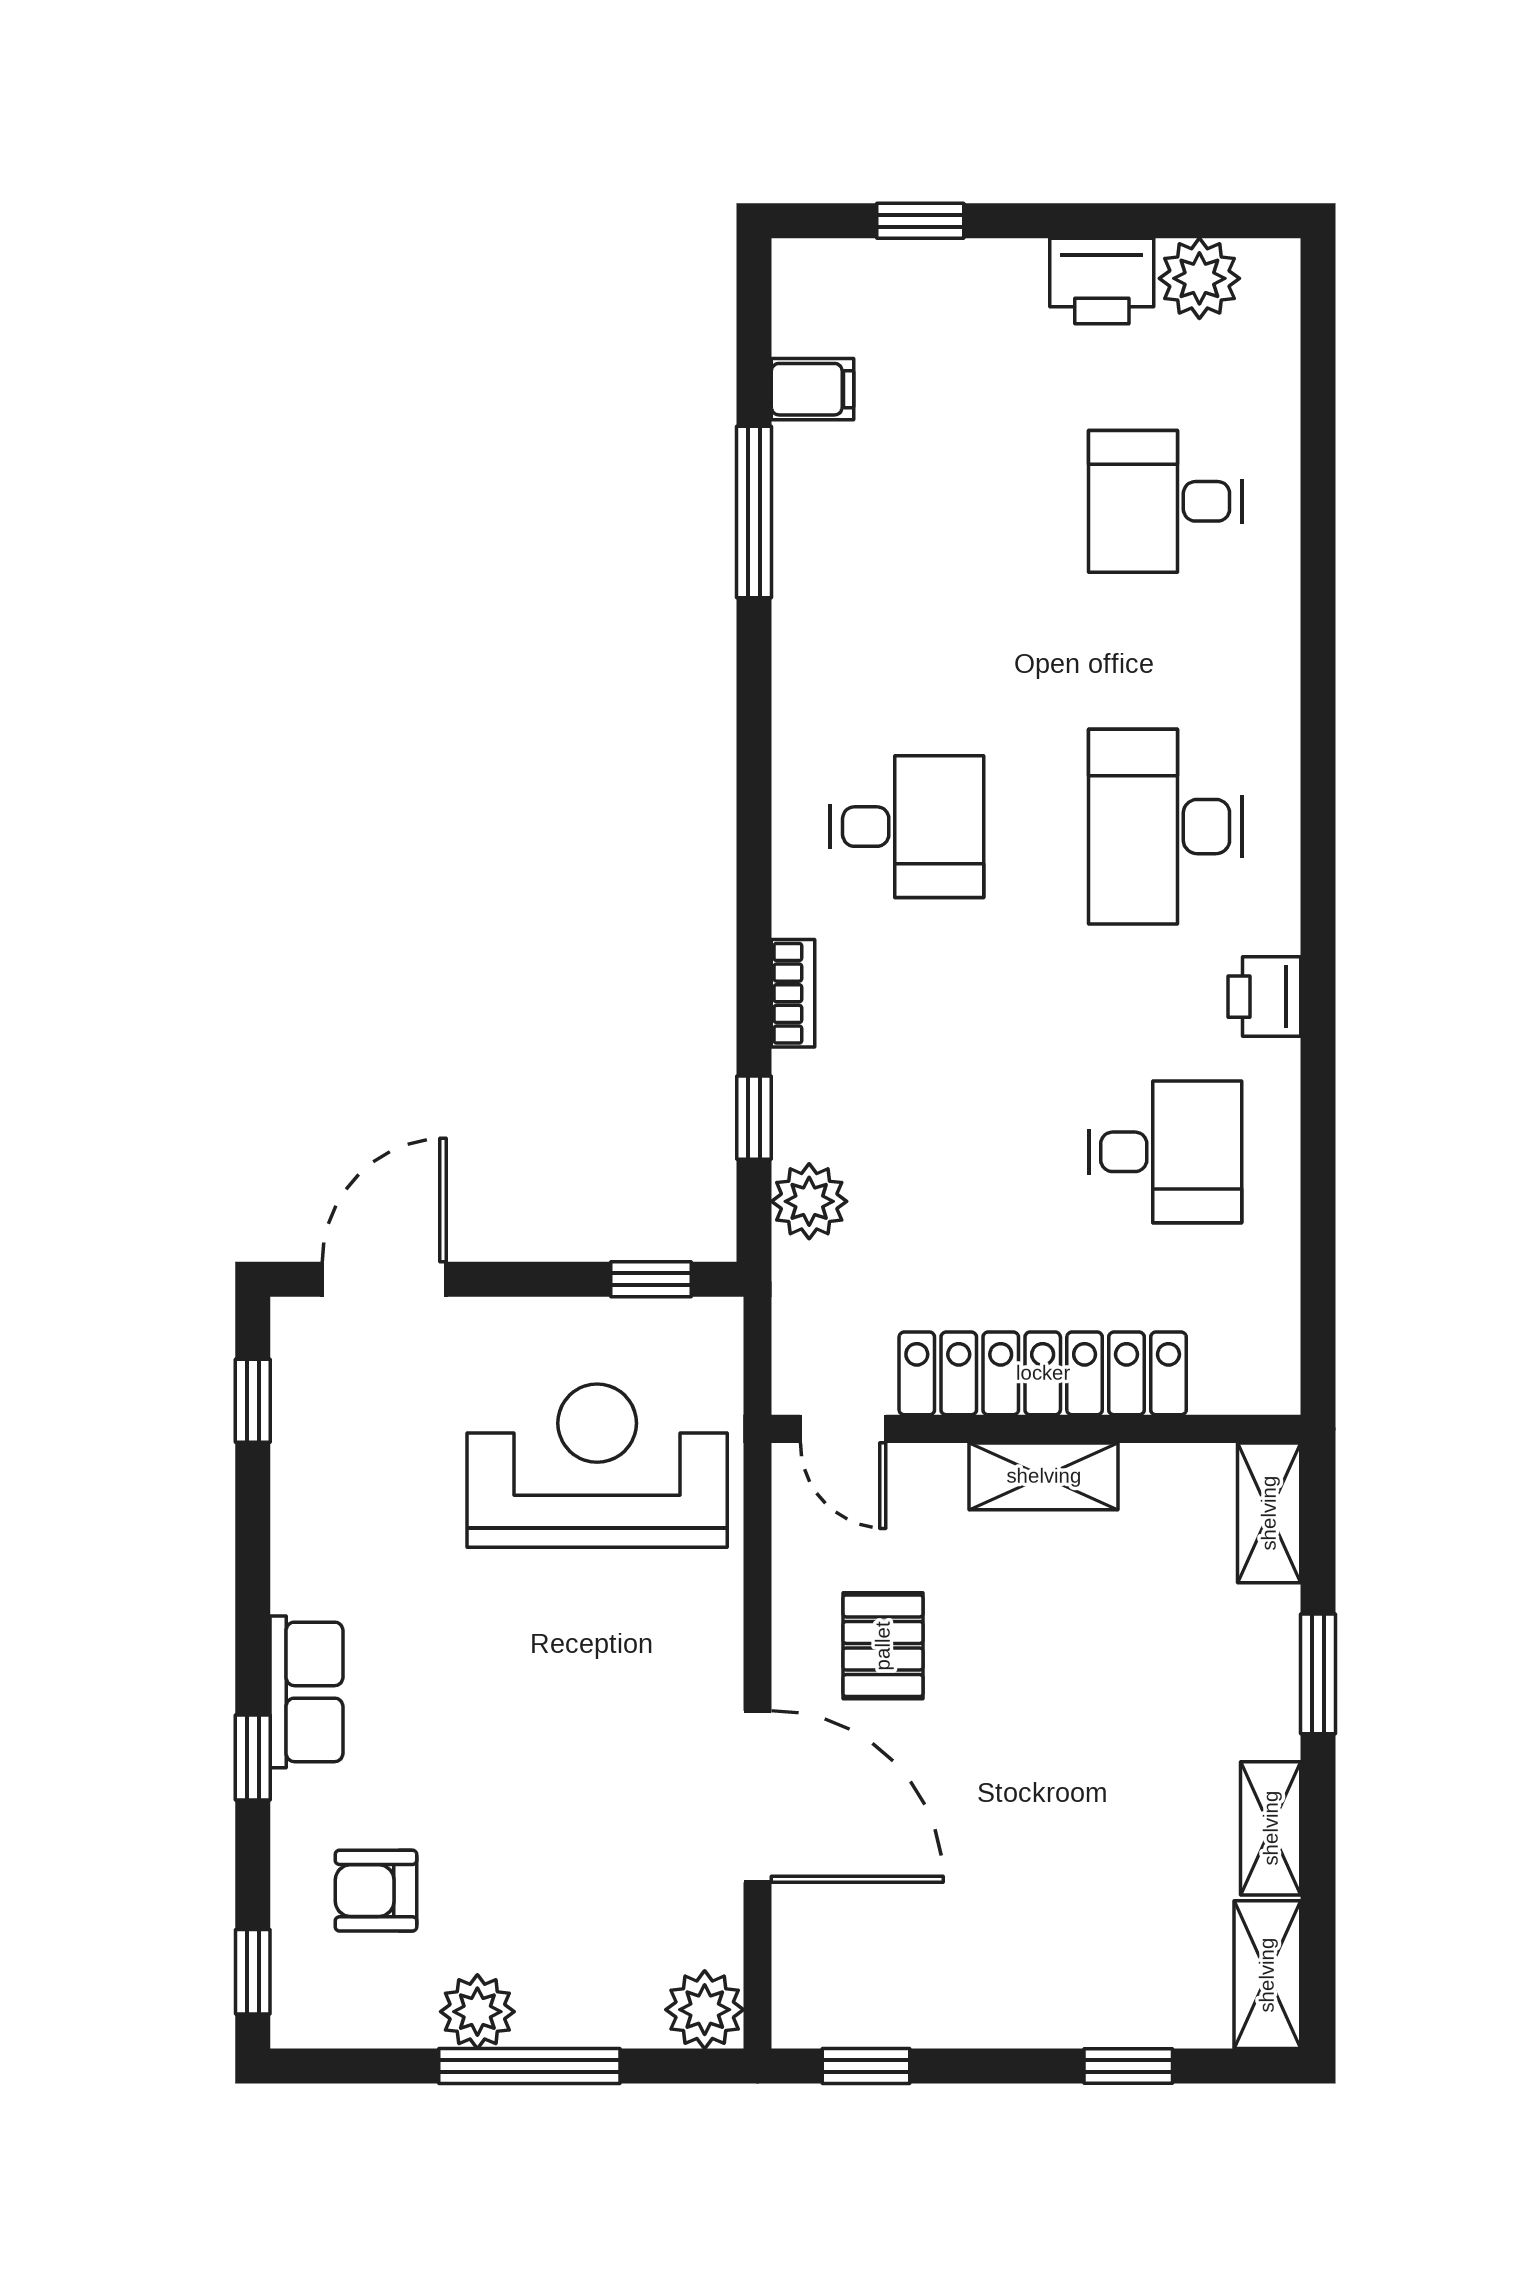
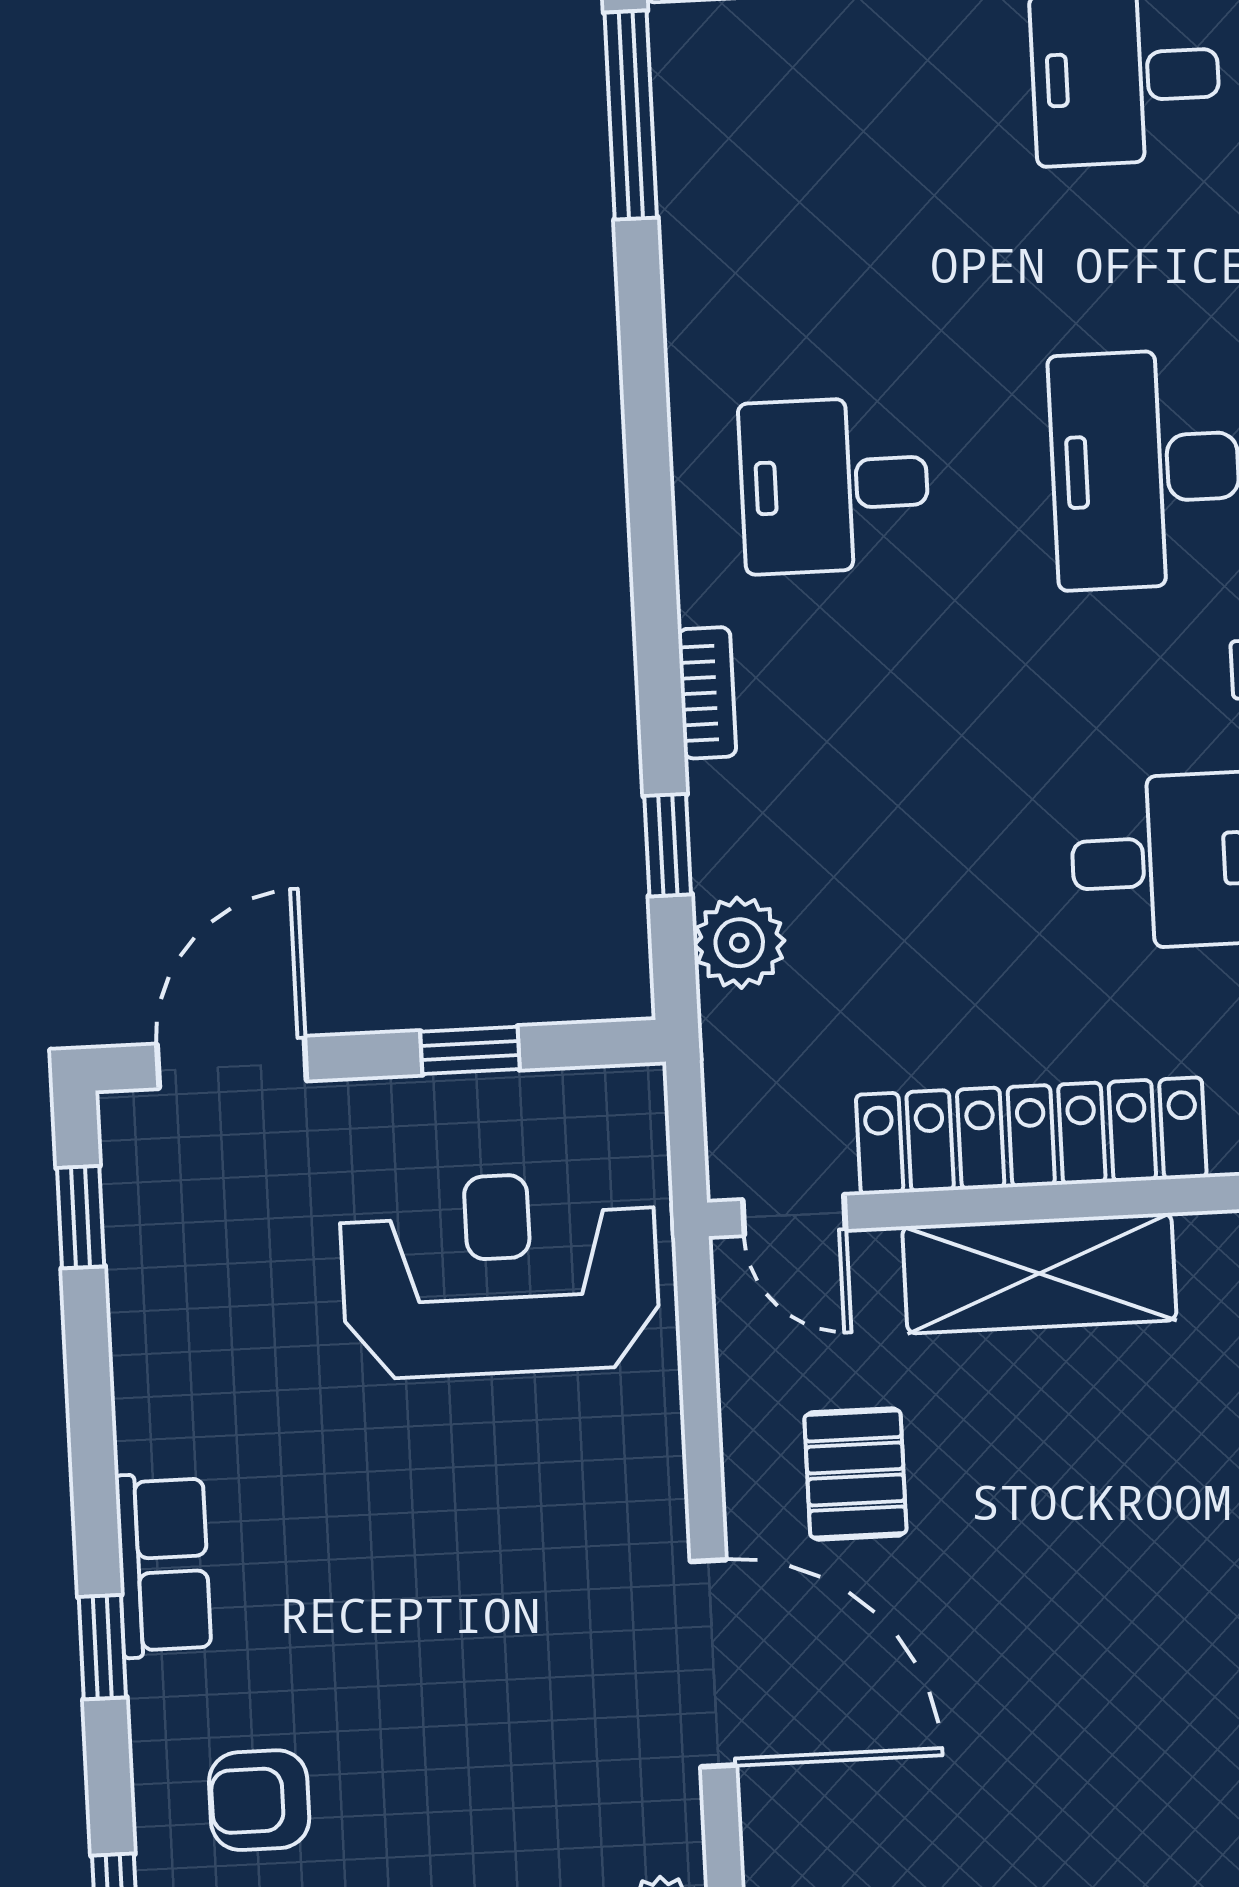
desk: (907, 827) -> (834, 485), turned 180
window: (651, 1279) -> (470, 1050), moved
shelving: (1044, 1476) -> (1039, 1273), width x1.50, depth x1.33

